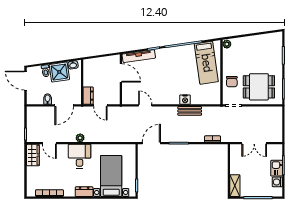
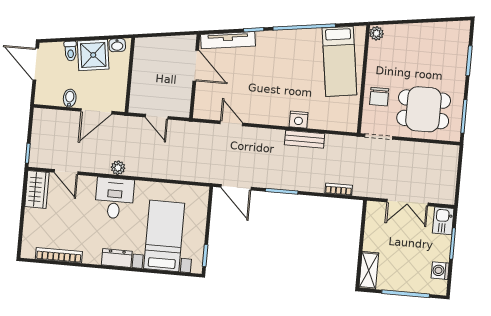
dresser: (88, 96) -> (138, 99), removed
door: (151, 143) -> (236, 187), swing flipped
kitchen sink: (277, 168) -> (443, 221), moved

